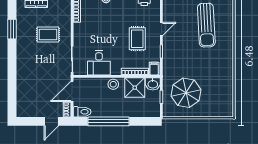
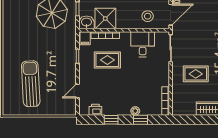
door: (161, 29) -> (77, 91), moved
rug: (137, 39) -> (107, 60), moved, turned 90
stool: (113, 84) -> (148, 16), moved

